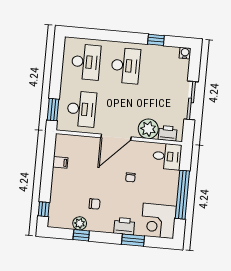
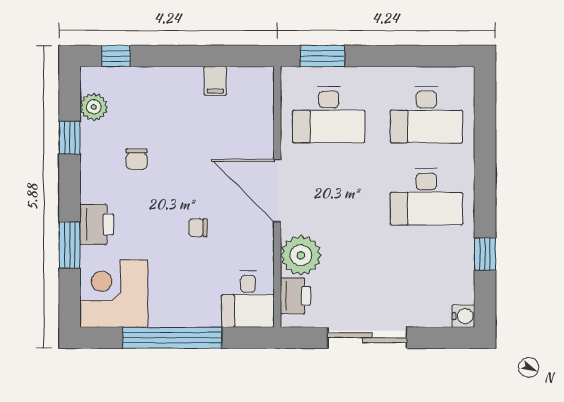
plant: (80, 223) -> (94, 107), moved

